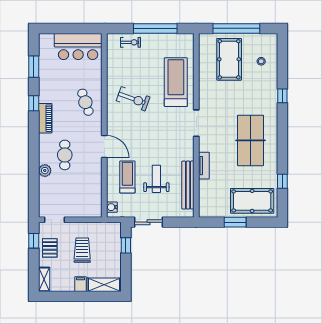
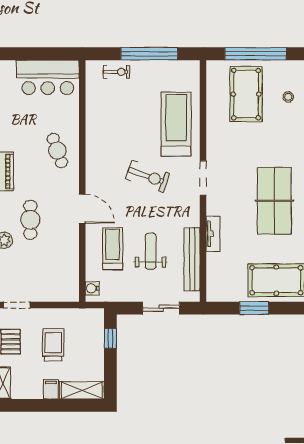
exercise bike: (133, 99) -> (148, 176), moved
sliding door: (149, 222) -> (161, 308), moved

